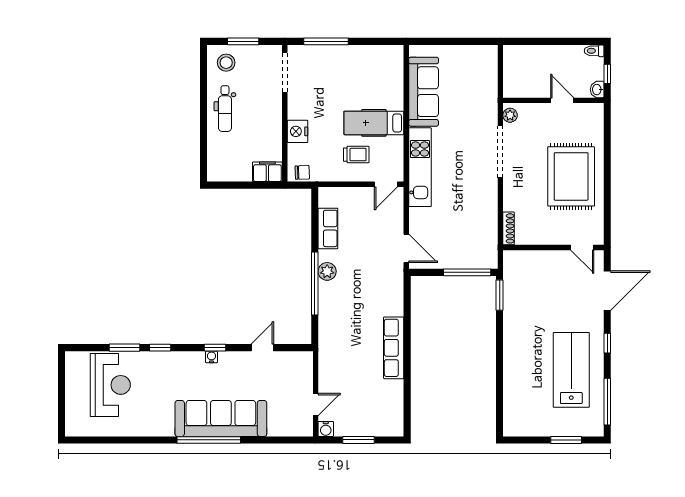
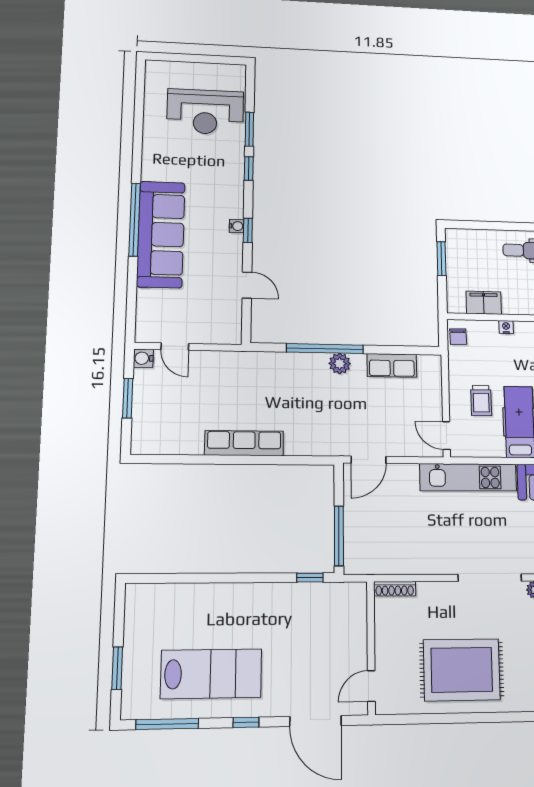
nightstand: (297, 131) -> (506, 327), width x0.53, depth x0.56
filing cabinet: (267, 172) -> (484, 303), moved, turned -90
window: (234, 185) -> (441, 259), added
window: (500, 295) -> (310, 578), width x0.67

